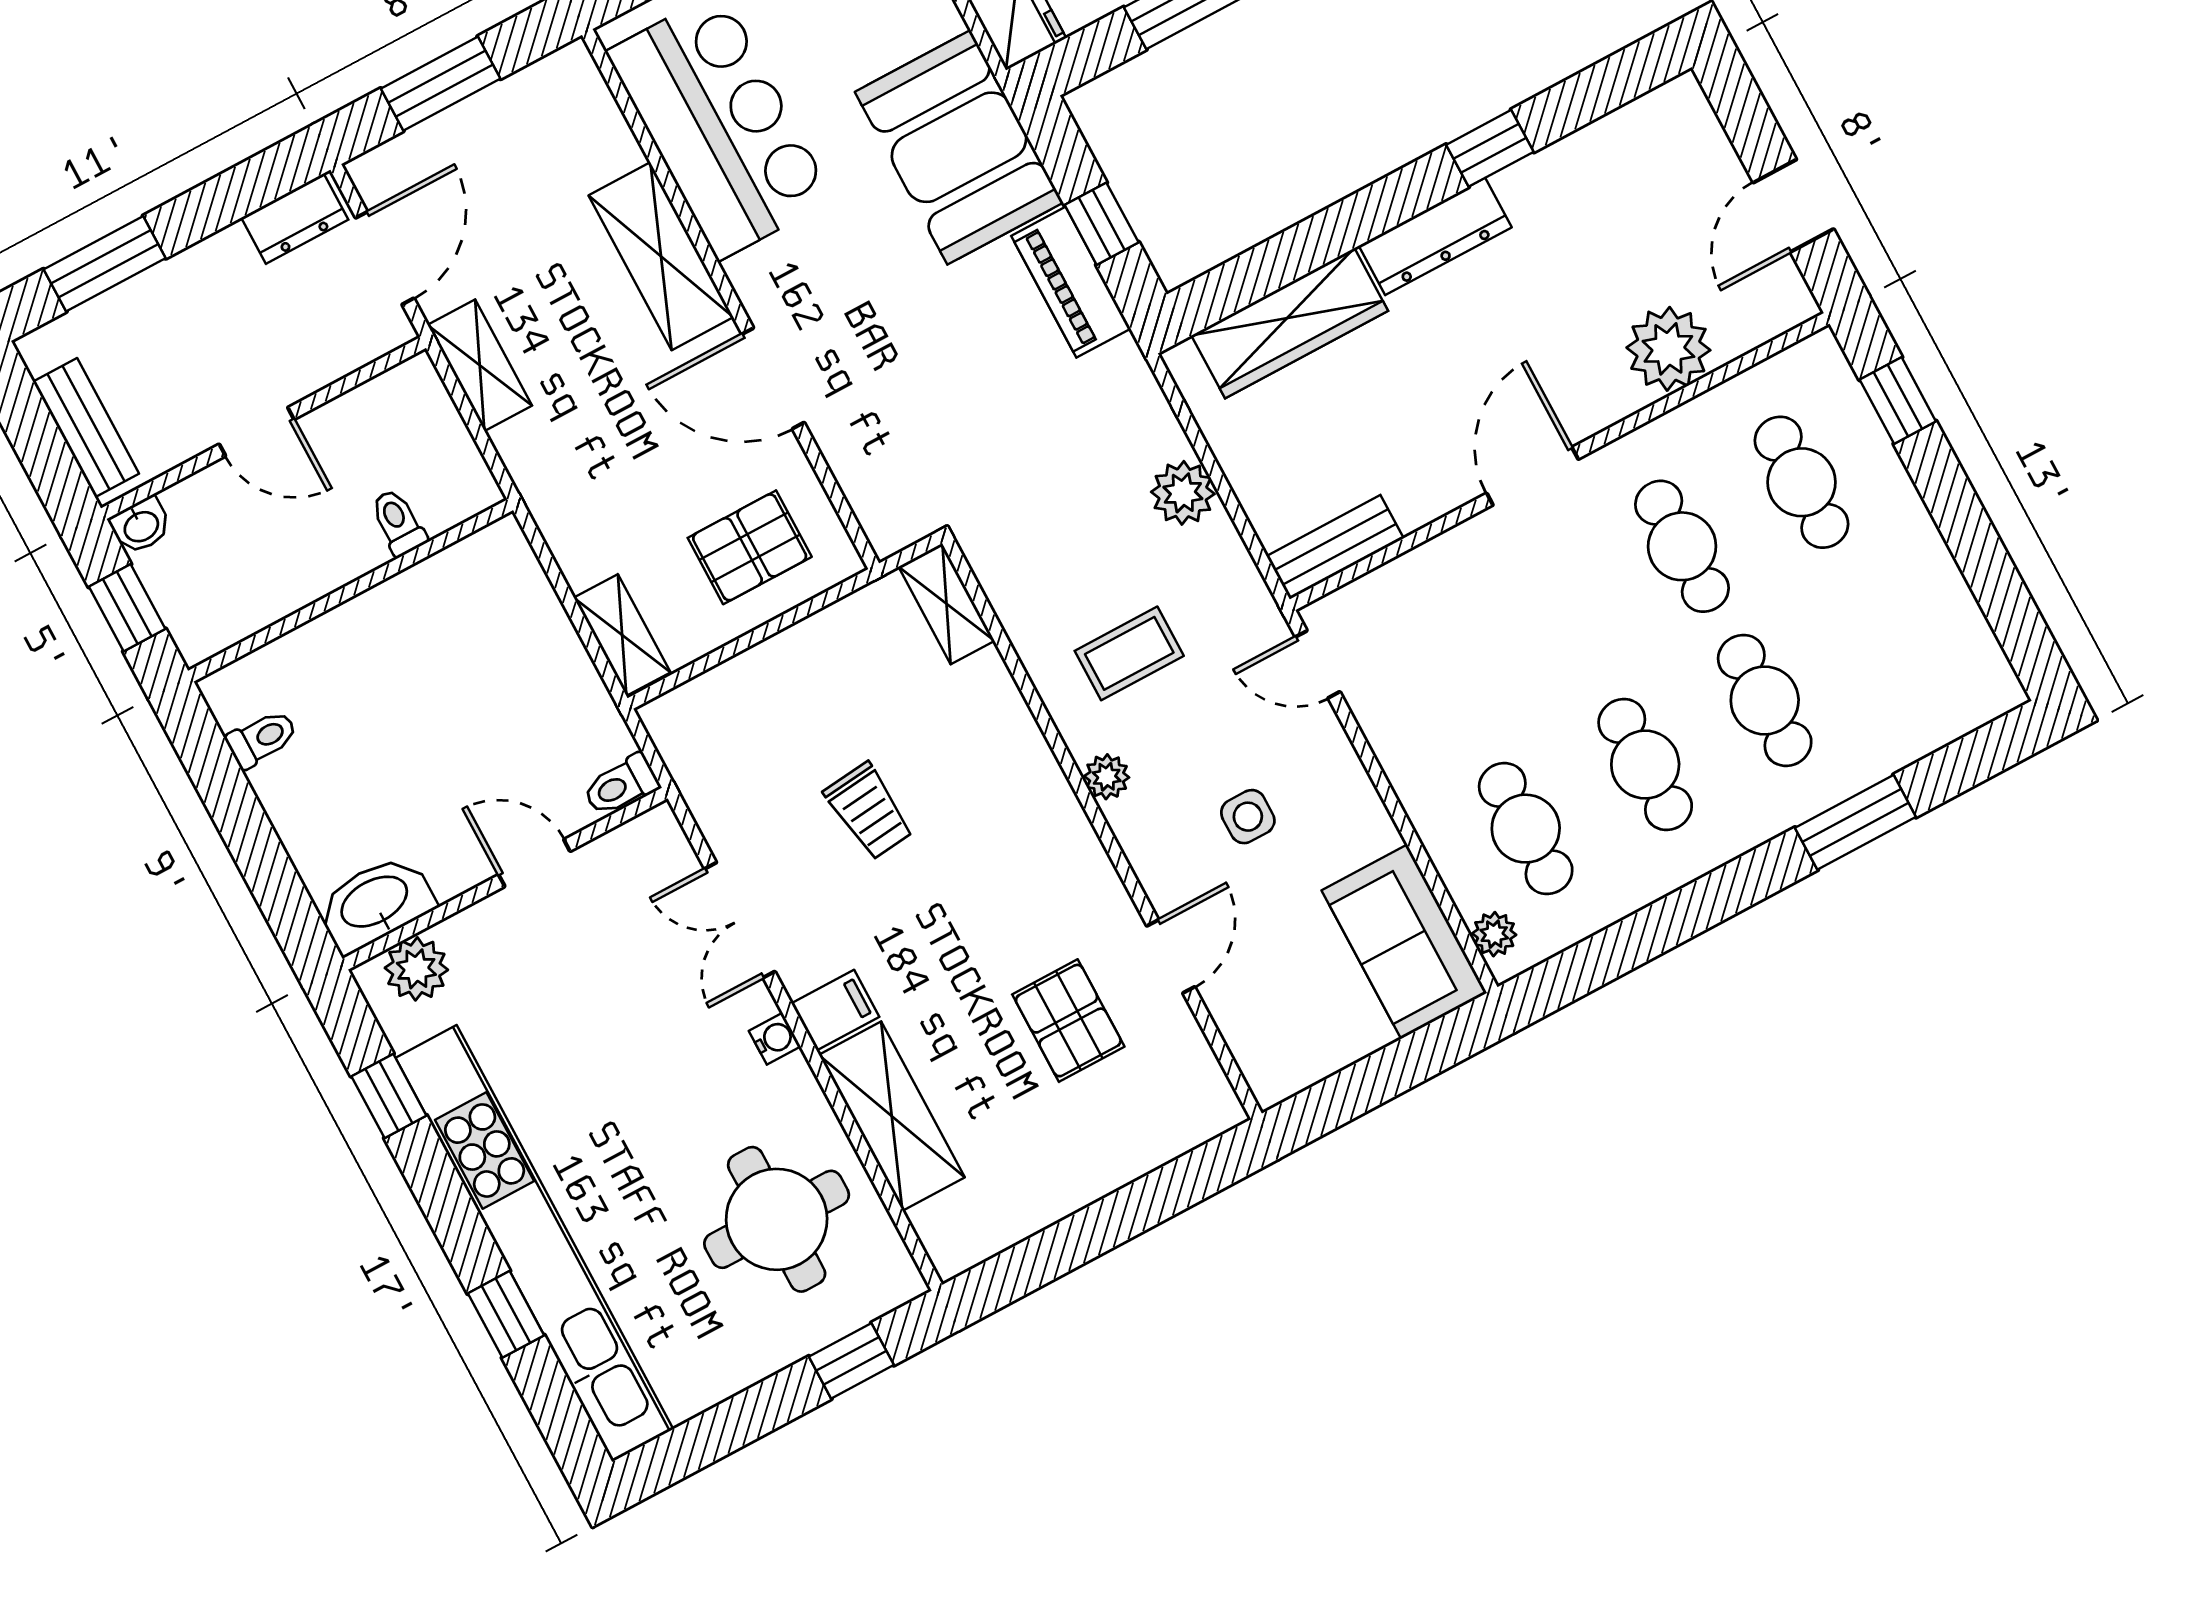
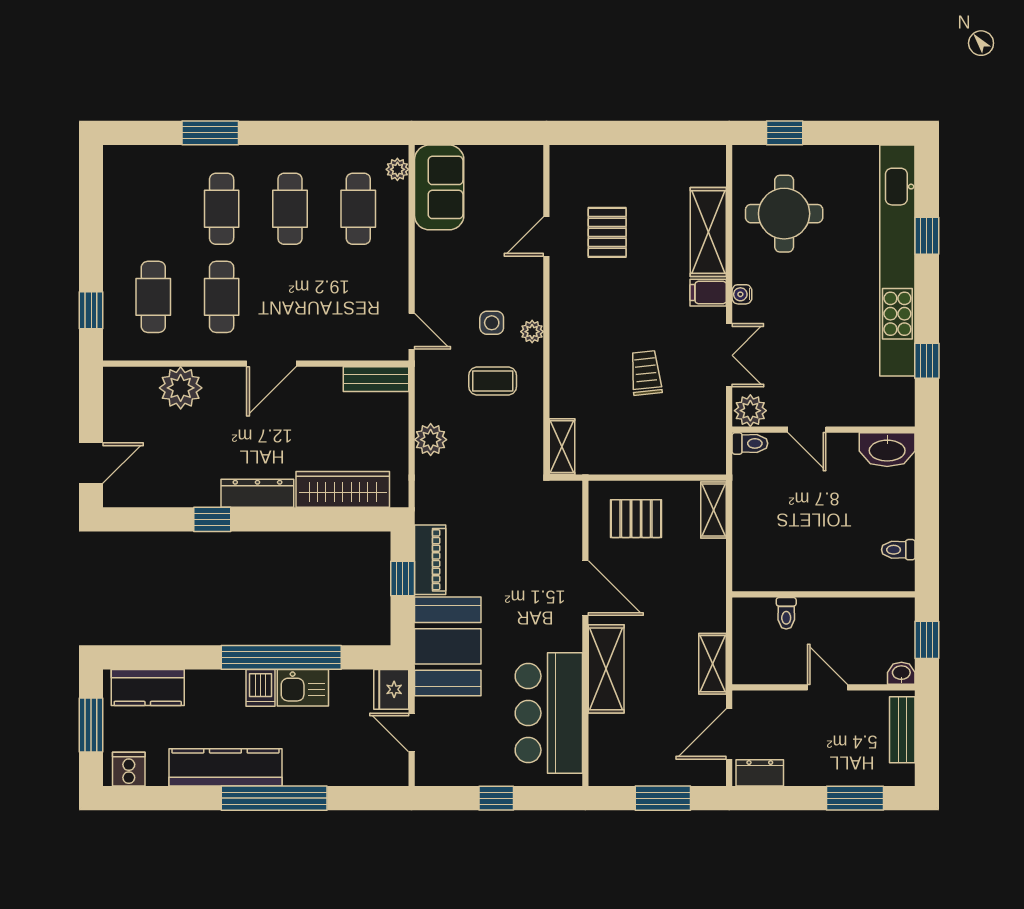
door: (1793, 206) -> (91, 463), moved
side table: (1248, 817) -> (492, 323), moved
plant: (416, 969) -> (750, 411), moved

